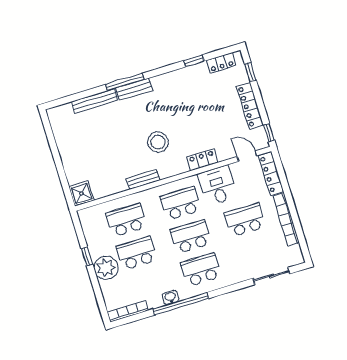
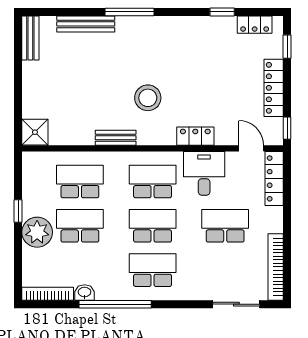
bench: (134, 89) -> (30, 38), moved, turned 90
bookcase: (286, 219) -> (276, 267), moved
washbasin: (170, 297) -> (85, 292), moved

